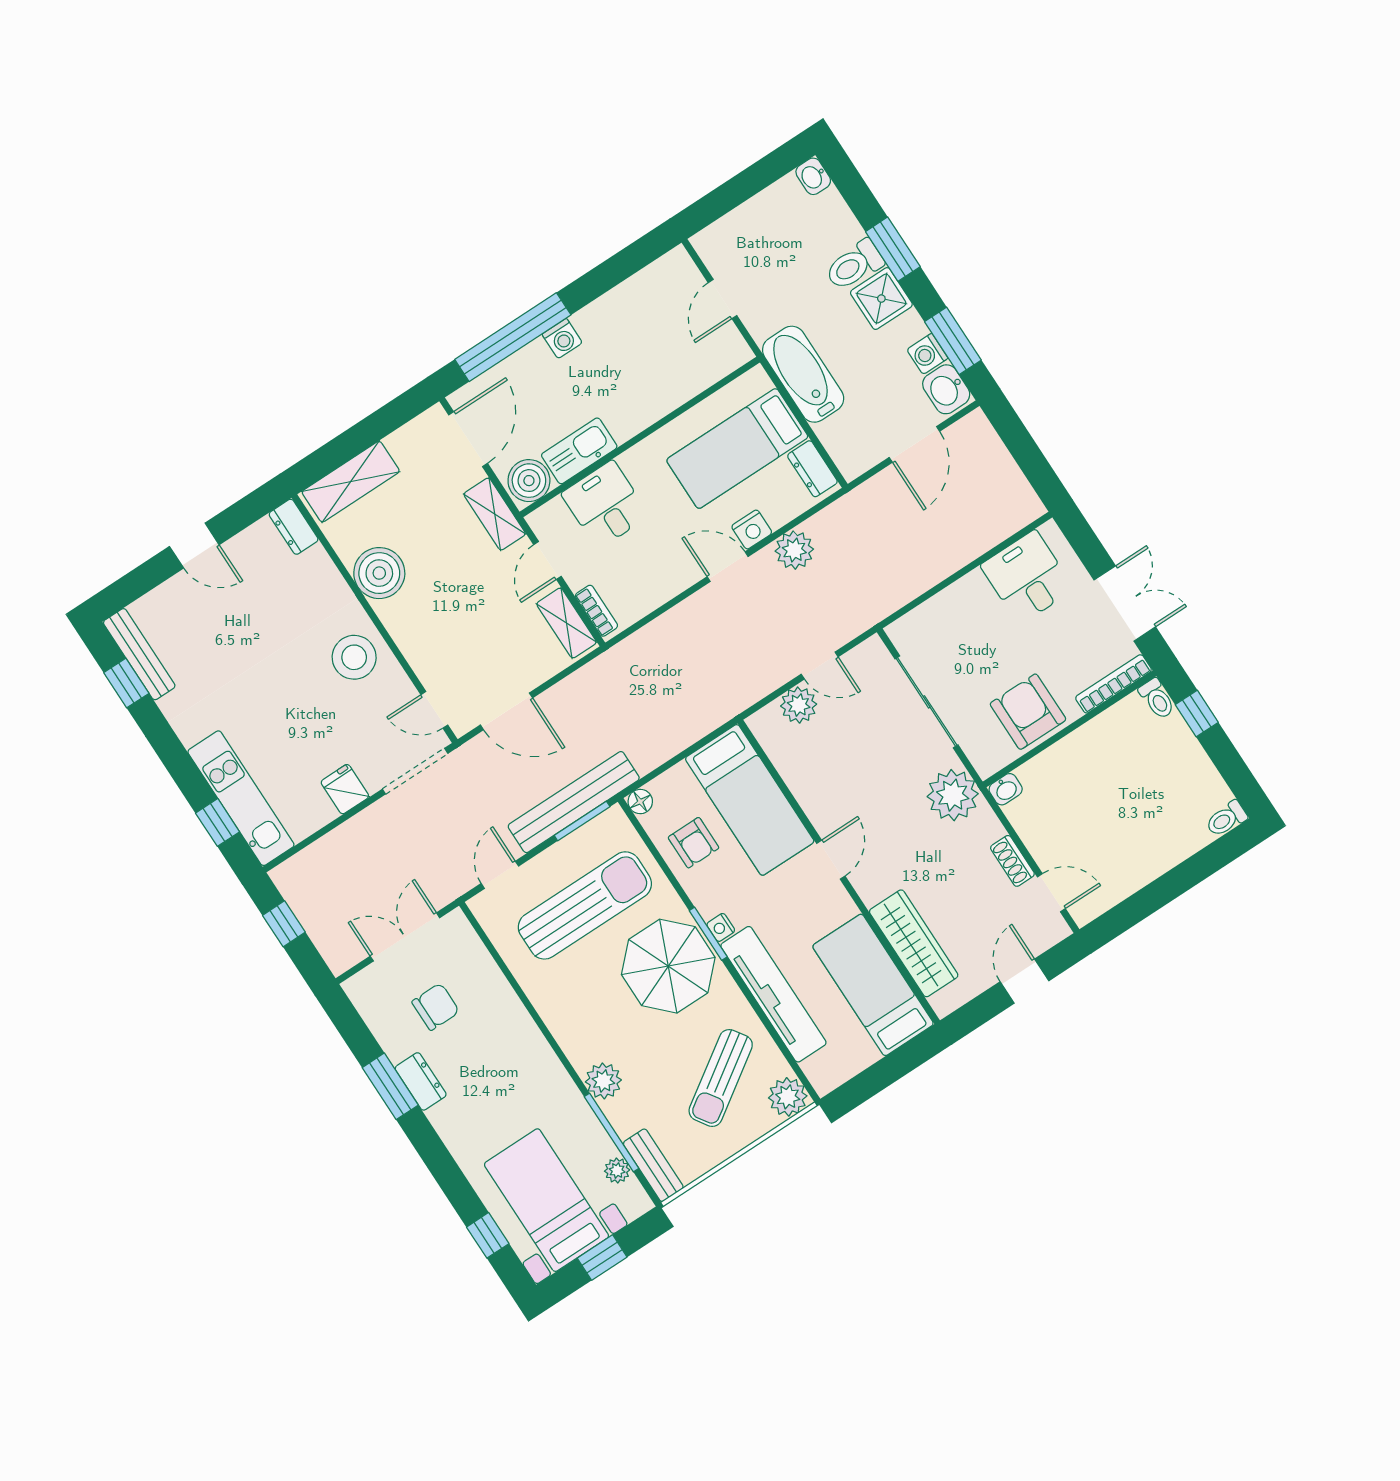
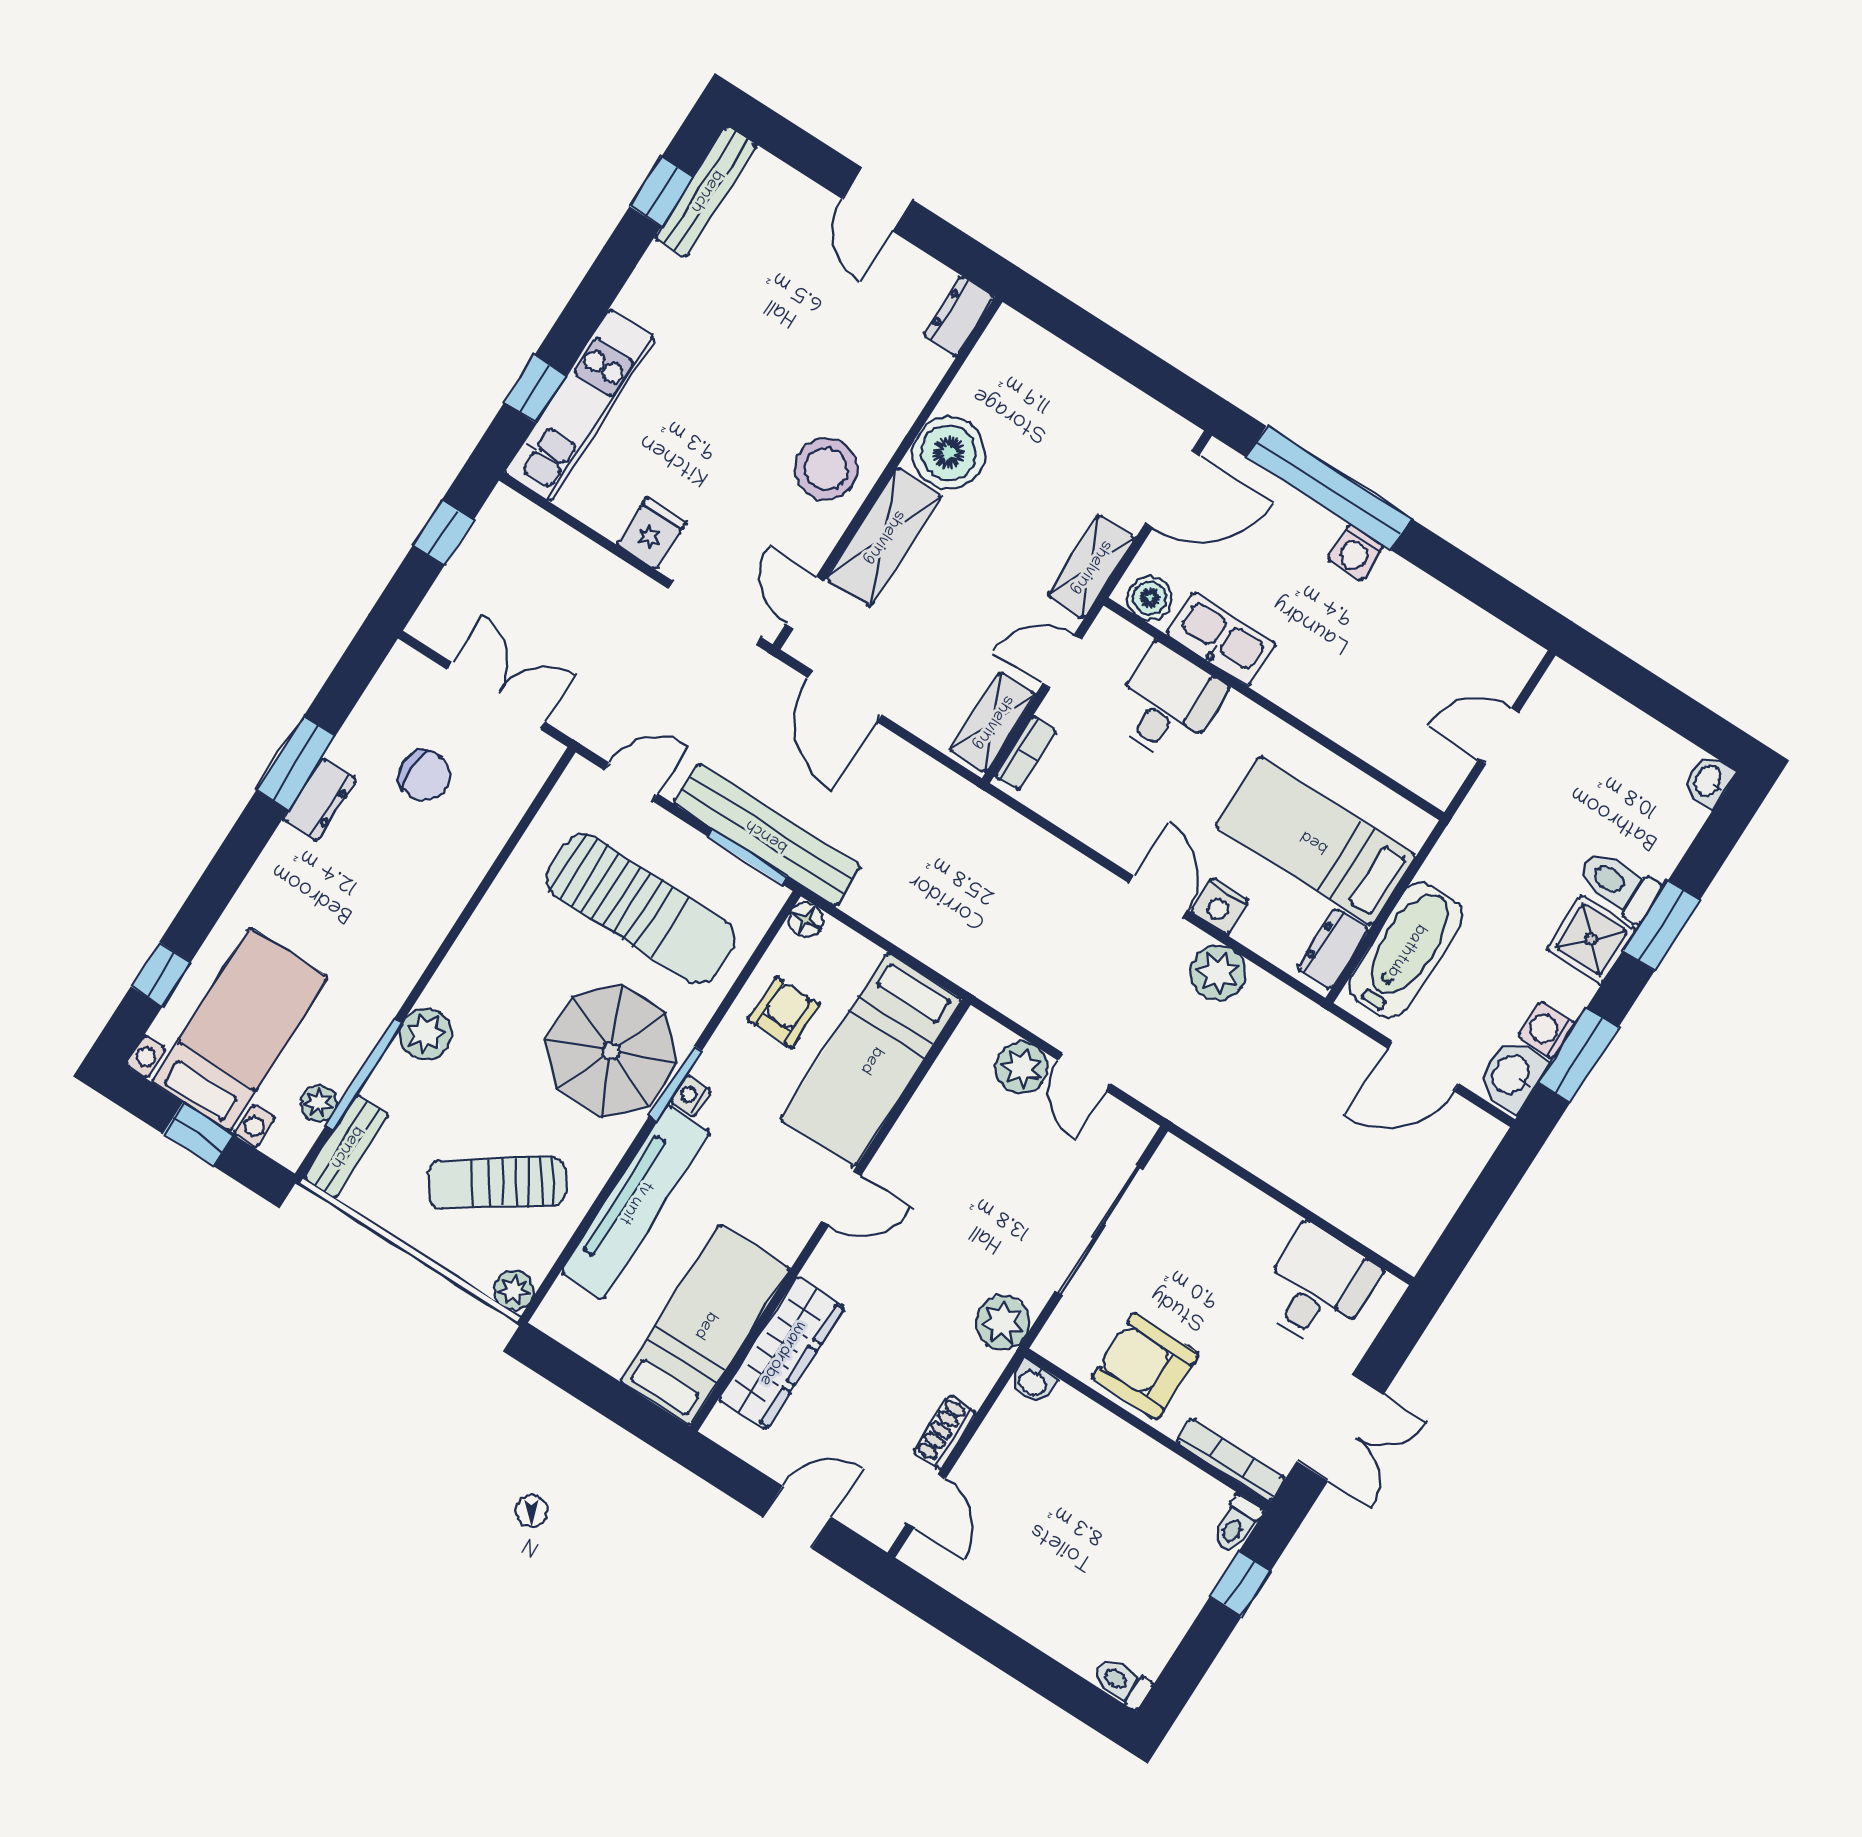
bathtub: (803, 374) -> (1406, 950), moved
boiler: (529, 481) -> (1150, 598), width x0.73, depth x0.73
shelving: (351, 482) -> (884, 537), moved, turned 90
armchair: (1028, 712) -> (1145, 1366), turned -90
plant: (953, 795) -> (1003, 1323), width x0.73, depth x0.73
armchair: (694, 843) -> (784, 1012), turned 180
plant: (788, 1097) -> (514, 1290), width x0.73, depth x0.73

